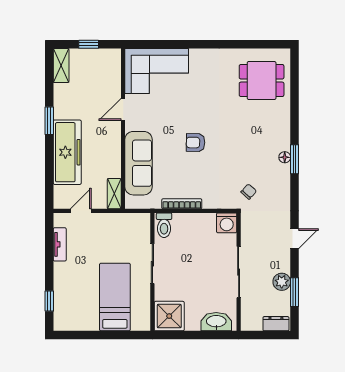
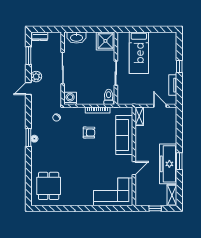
dining table: (262, 81) -> (49, 186), turned 90
armchair: (196, 143) -> (89, 133), moved
freezer: (67, 152) -> (168, 164), moved
door: (81, 211) -> (160, 106), swing flipped
plant: (282, 282) -> (36, 77), moved
window: (49, 301) -> (179, 66), moved

